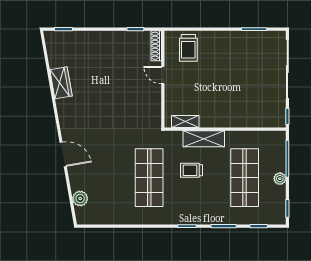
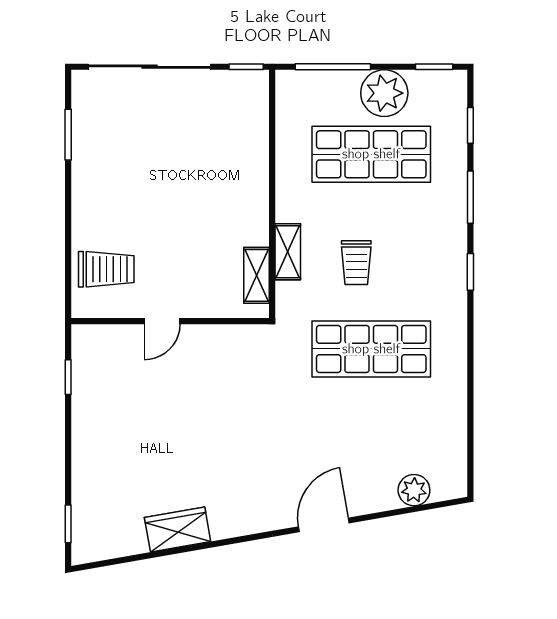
shoe rack: (156, 46) -> (102, 335), removed
shelving: (204, 139) -> (288, 252), width x0.67, depth x0.75
plant: (280, 179) -> (384, 93), width x1.88, depth x1.88

